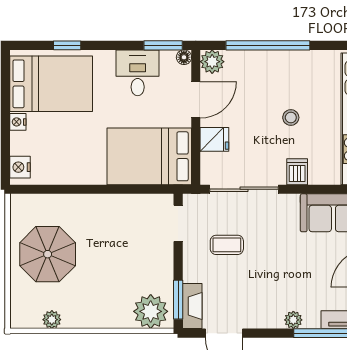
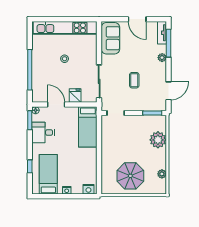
plant: (212, 62) -> (38, 97), removed
bed: (51, 84) -> (48, 174), width x0.67
bed: (149, 156) -> (88, 127), width x0.67
dishwasher: (297, 172) -> (91, 56), removed
coffee table: (227, 245) -> (134, 80), moved
fireplace: (192, 306) -> (155, 106), removed
plant: (151, 311) -> (158, 140), moved

